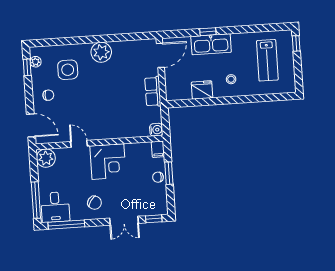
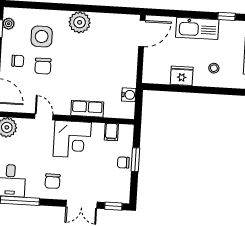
window: (208, 32) -> (227, 16), moved
row of seats: (153, 91) -> (87, 109), moved, turned 90
chair: (72, 97) -> (43, 66), added
water cooler: (156, 130) -> (129, 95), moved
filing cabinet: (158, 149) -> (111, 132), moved
chair: (94, 203) -> (53, 181), turned 56

